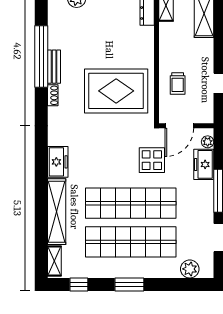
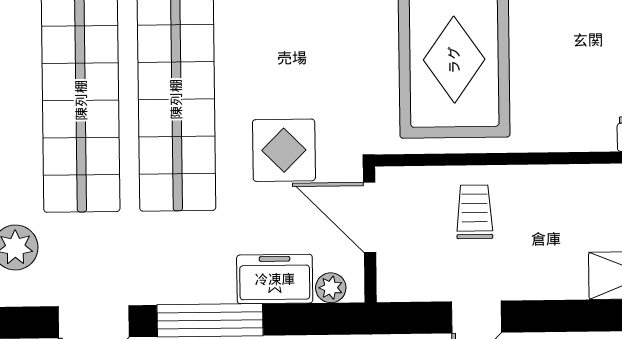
trolley: (178, 83) -> (475, 212), turned 90

